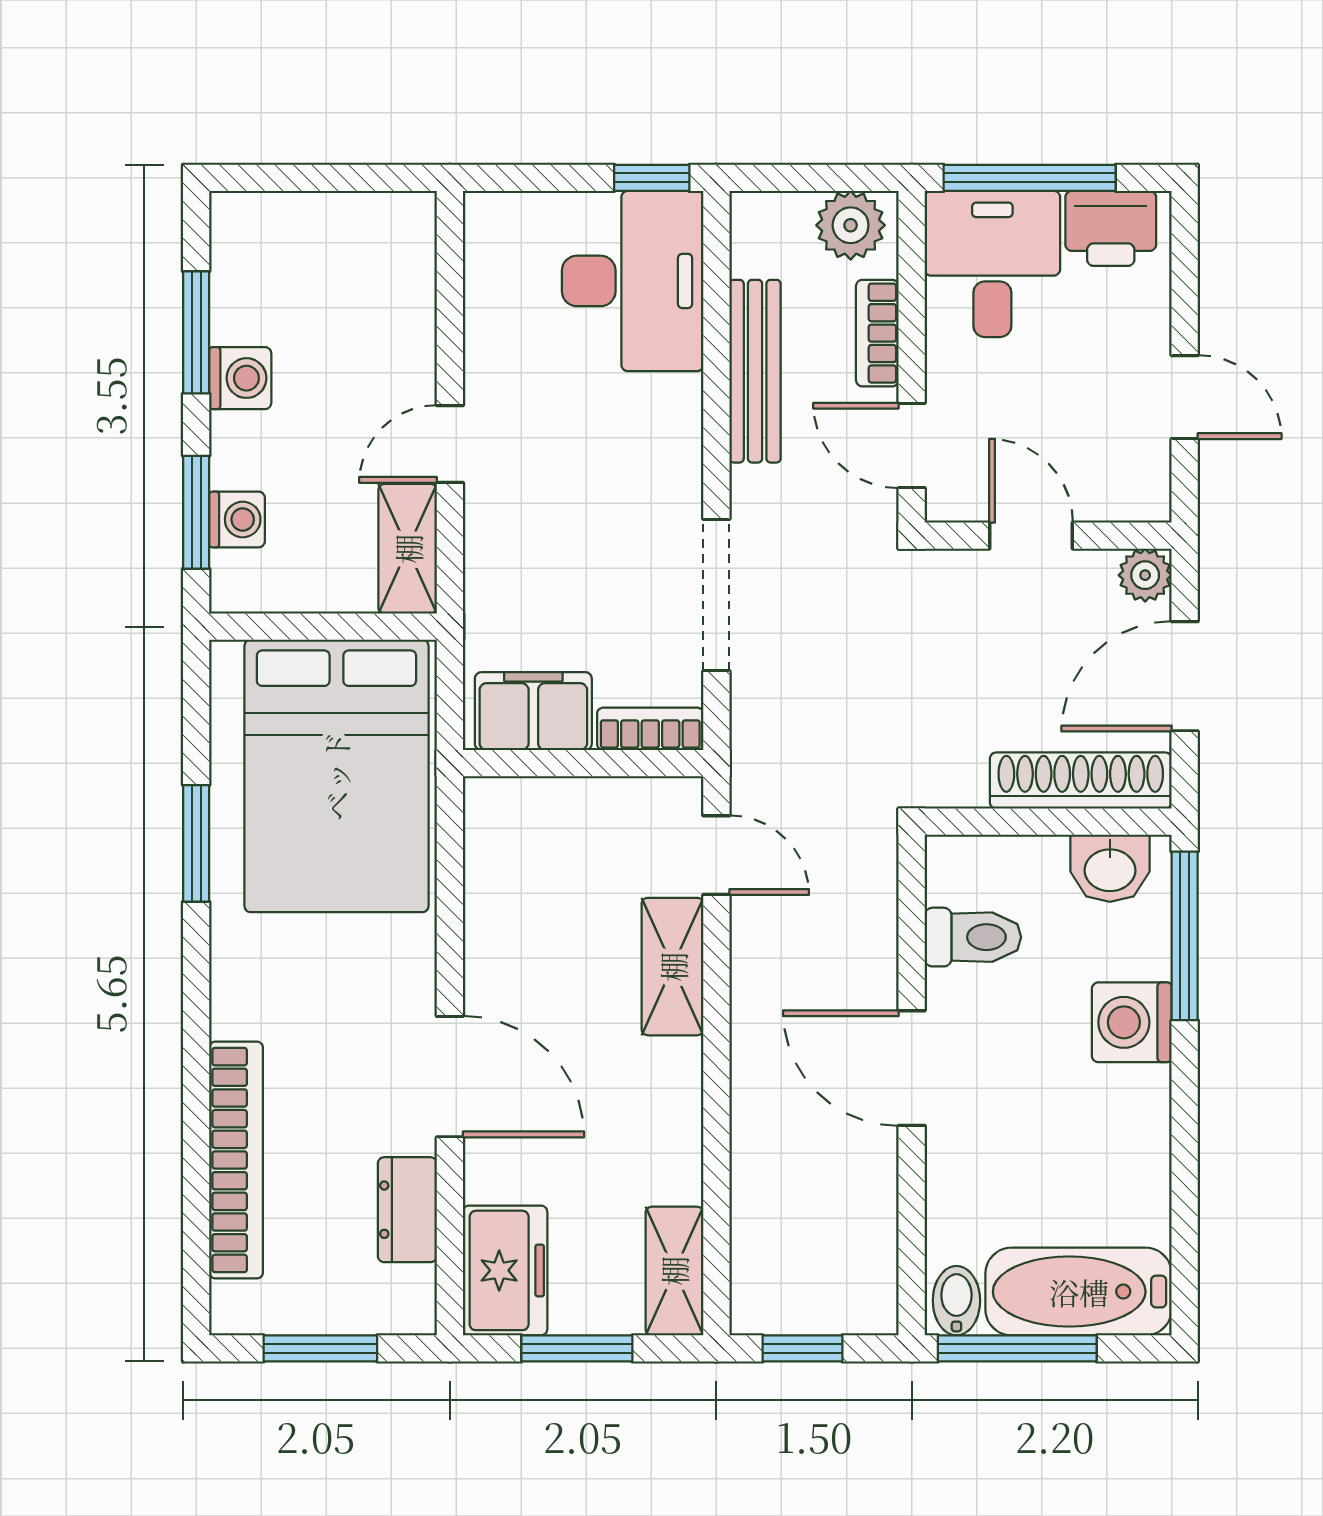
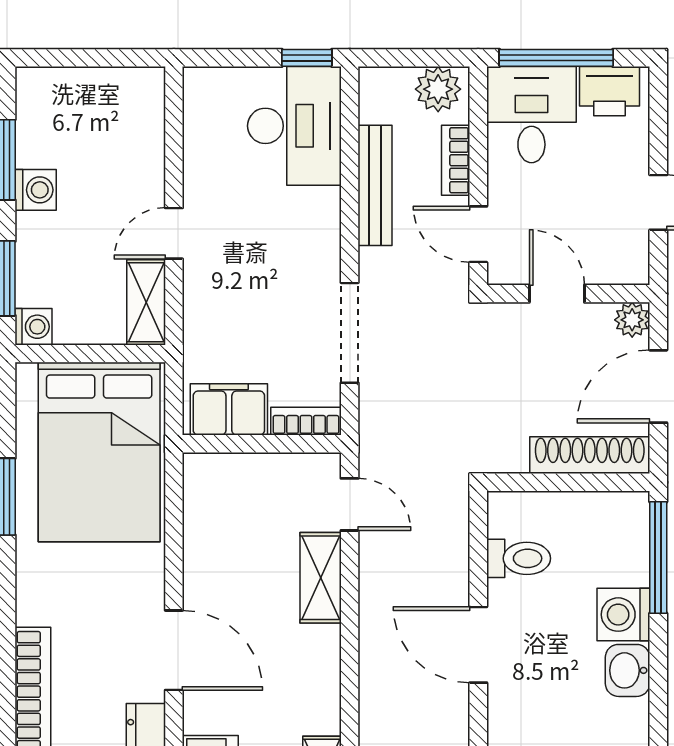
washing machine: (237, 519) -> (34, 327), moved
washbasin: (1110, 868) -> (628, 670), moved, turned 90

